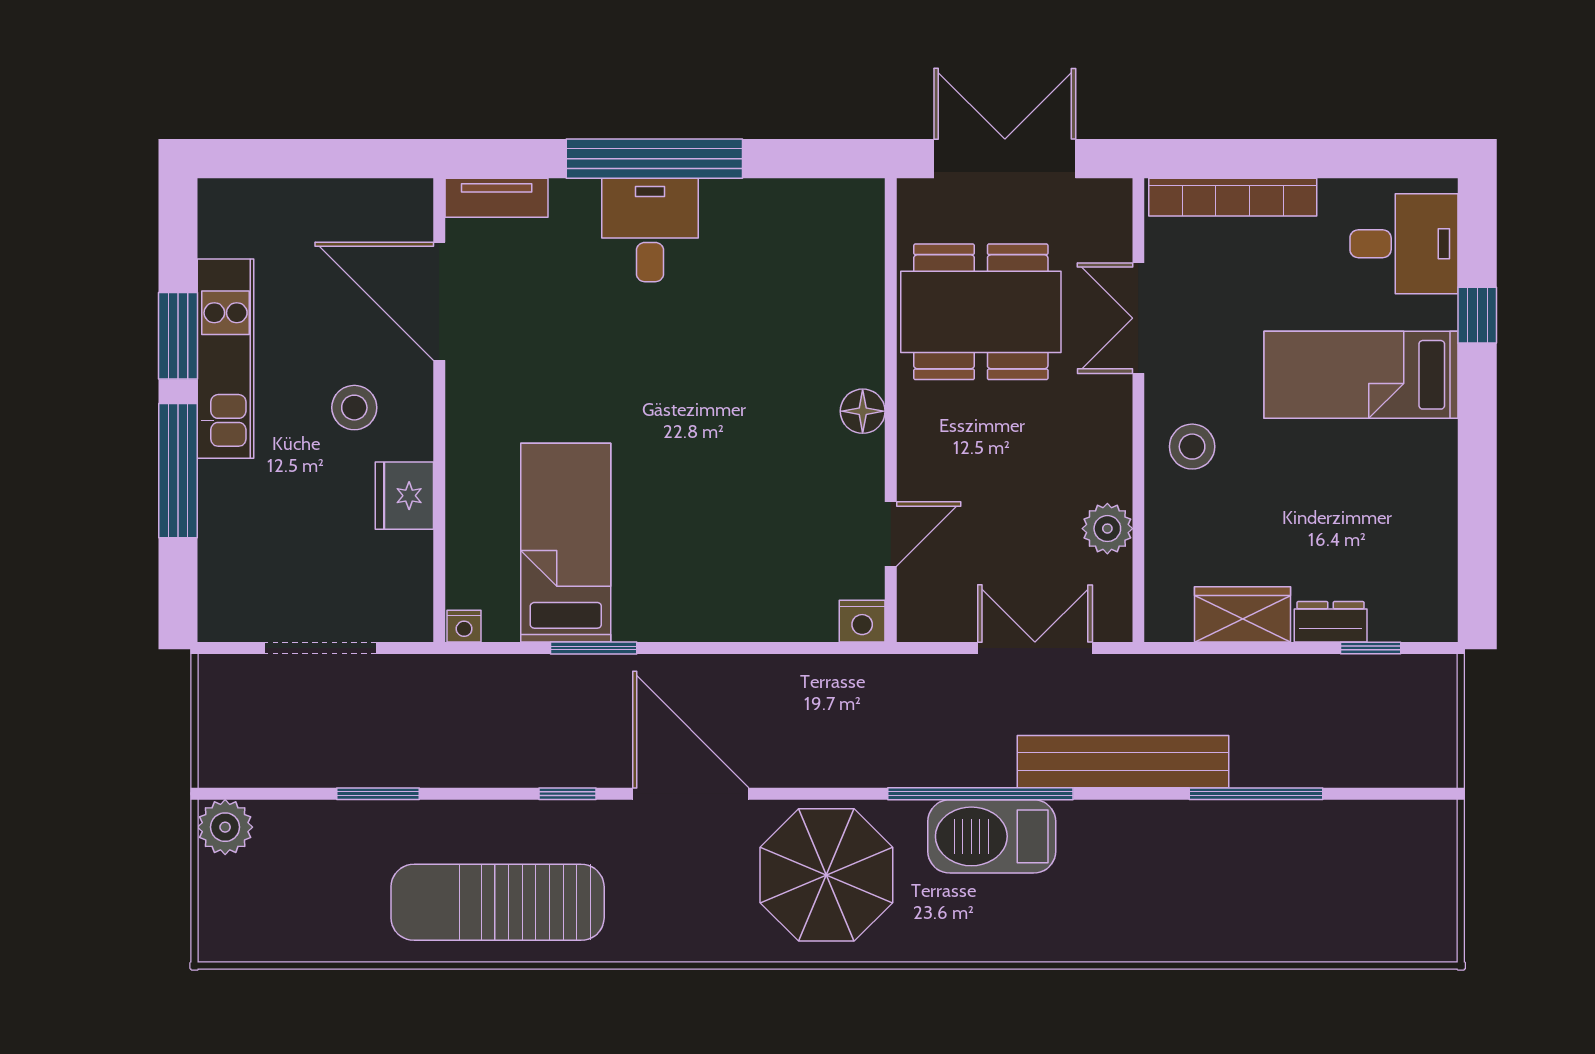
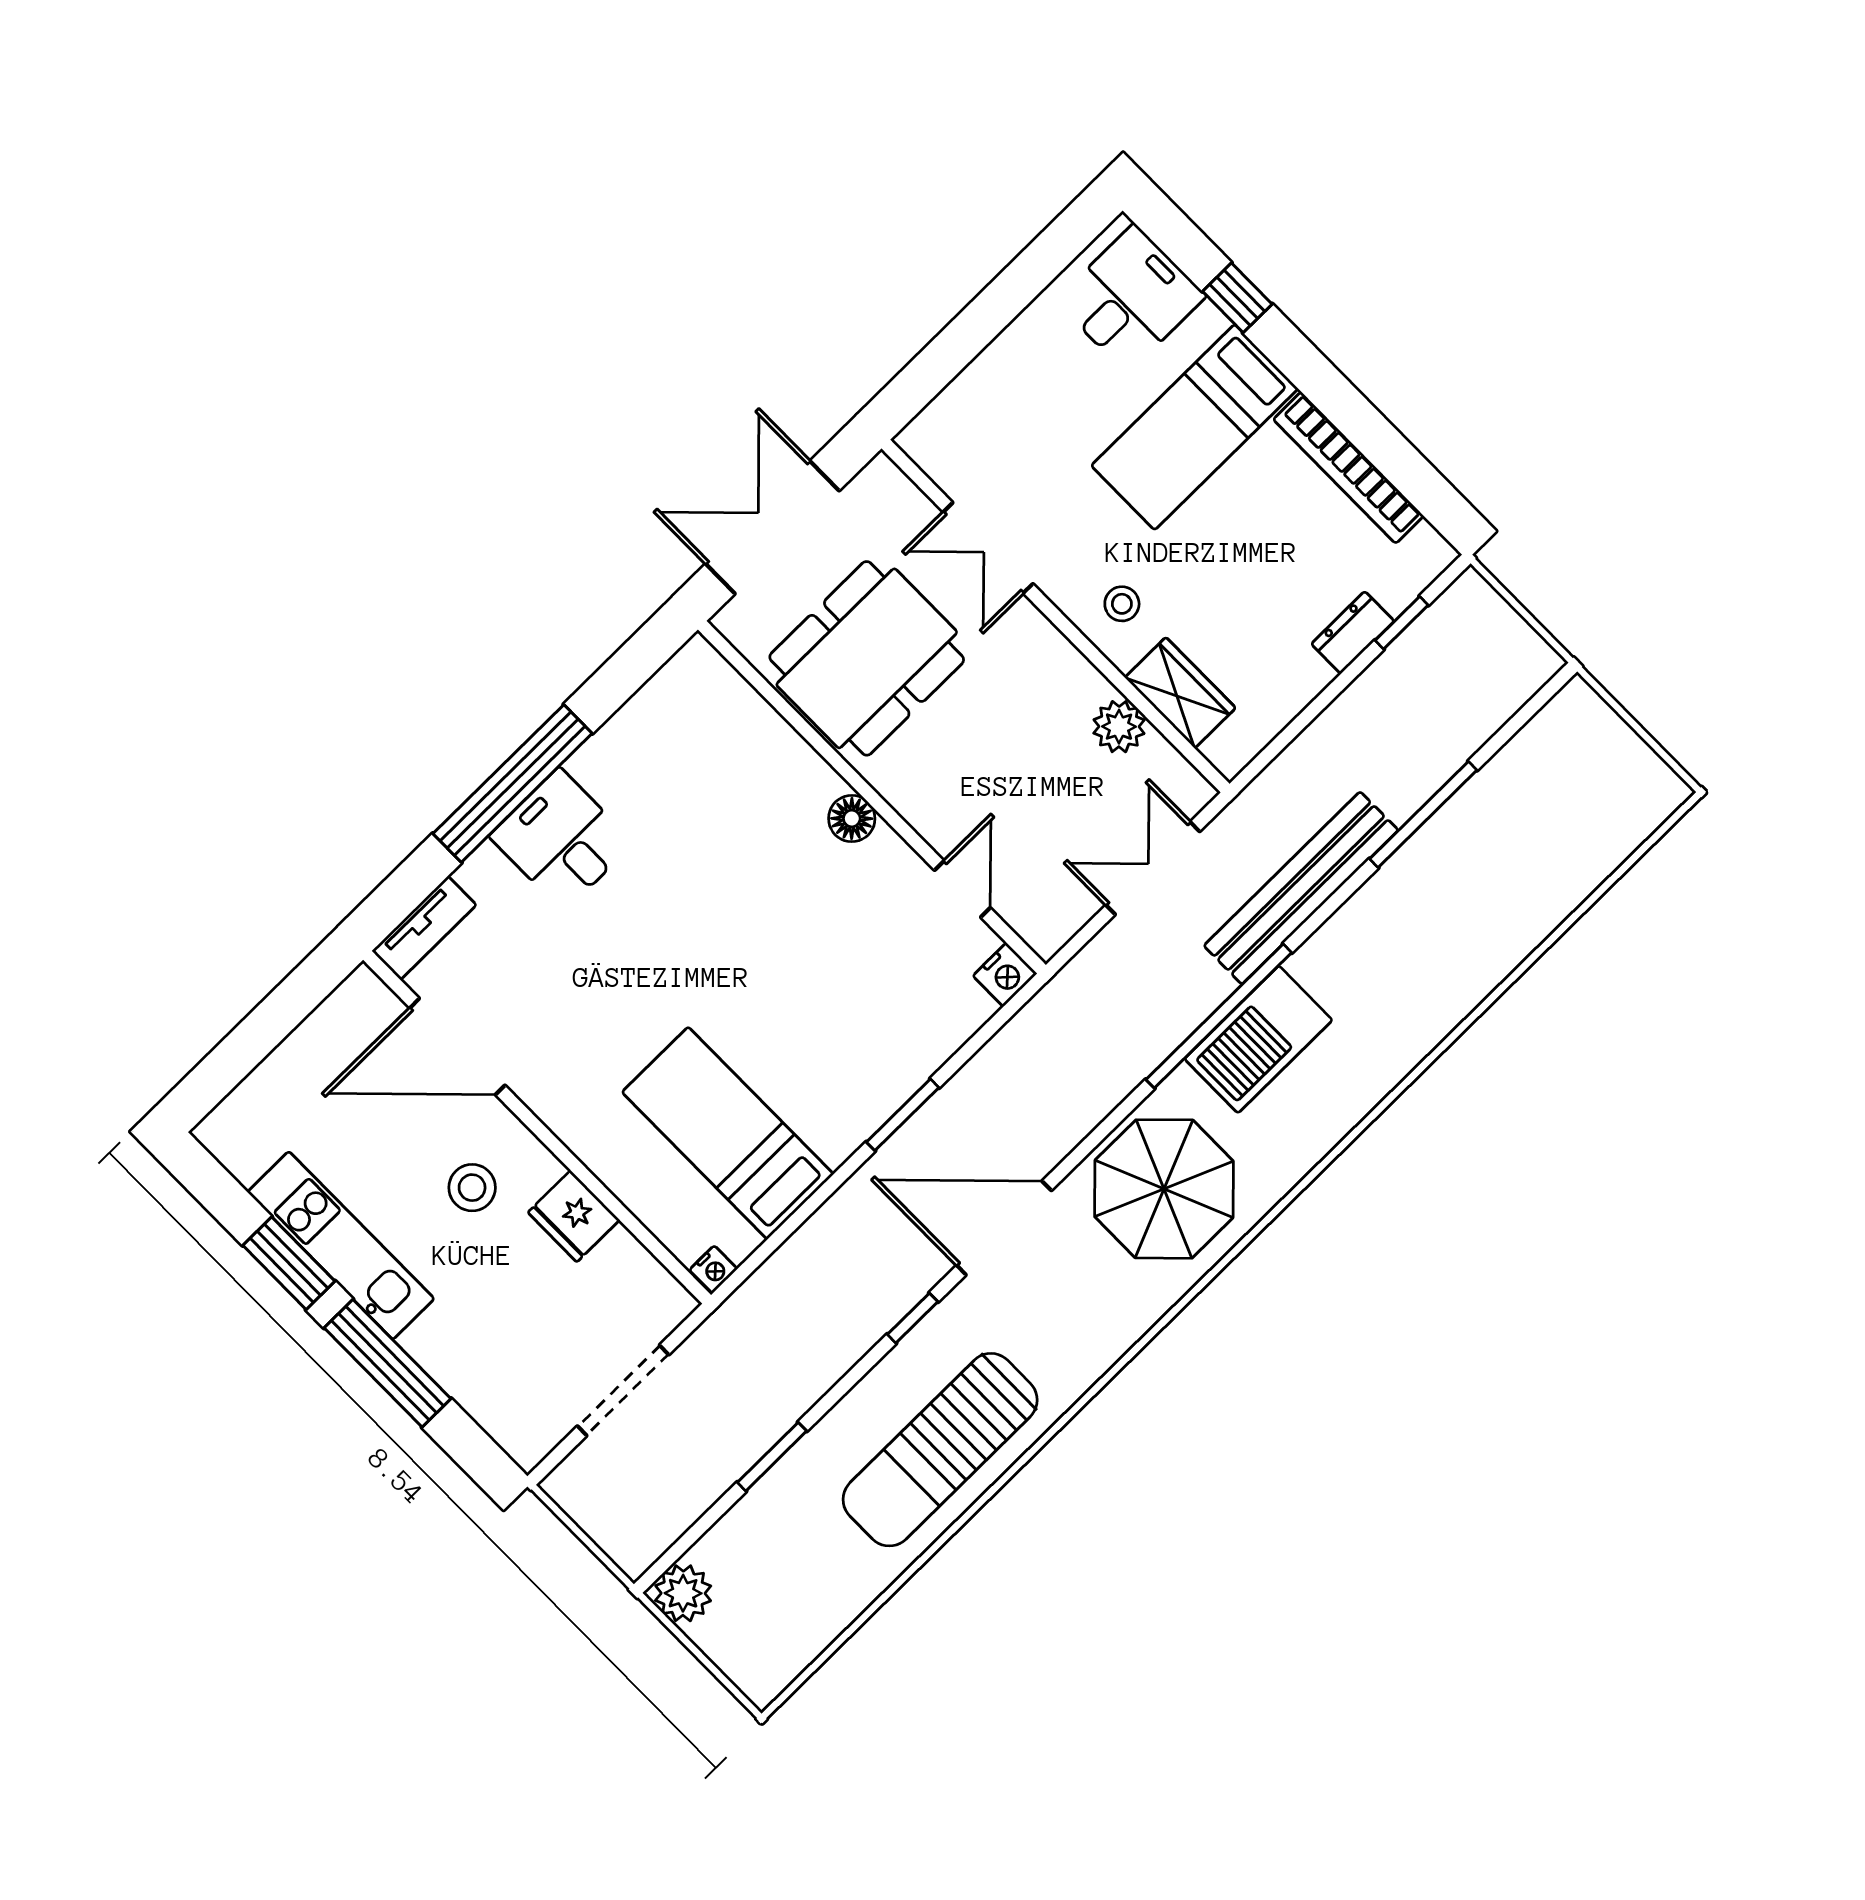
bookcase: (1233, 197) -> (1348, 468), moved, turned 90
stool: (1192, 447) -> (1122, 604), width x0.73, depth x0.73
wardrobe: (1243, 614) -> (1180, 693), moved, turned 90
window: (594, 648) -> (903, 1115), moved

